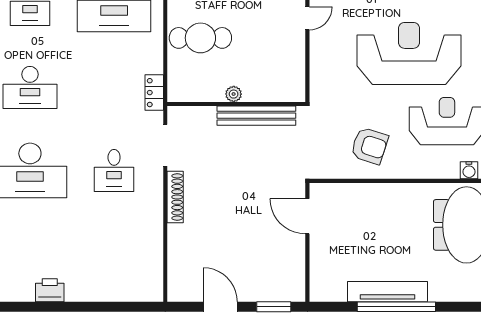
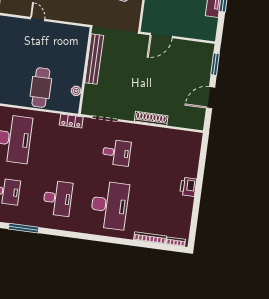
plant: (234, 94) -> (76, 91), moved
shoe rack: (175, 197) -> (151, 118), moved
printer: (50, 290) -> (188, 187), moved

